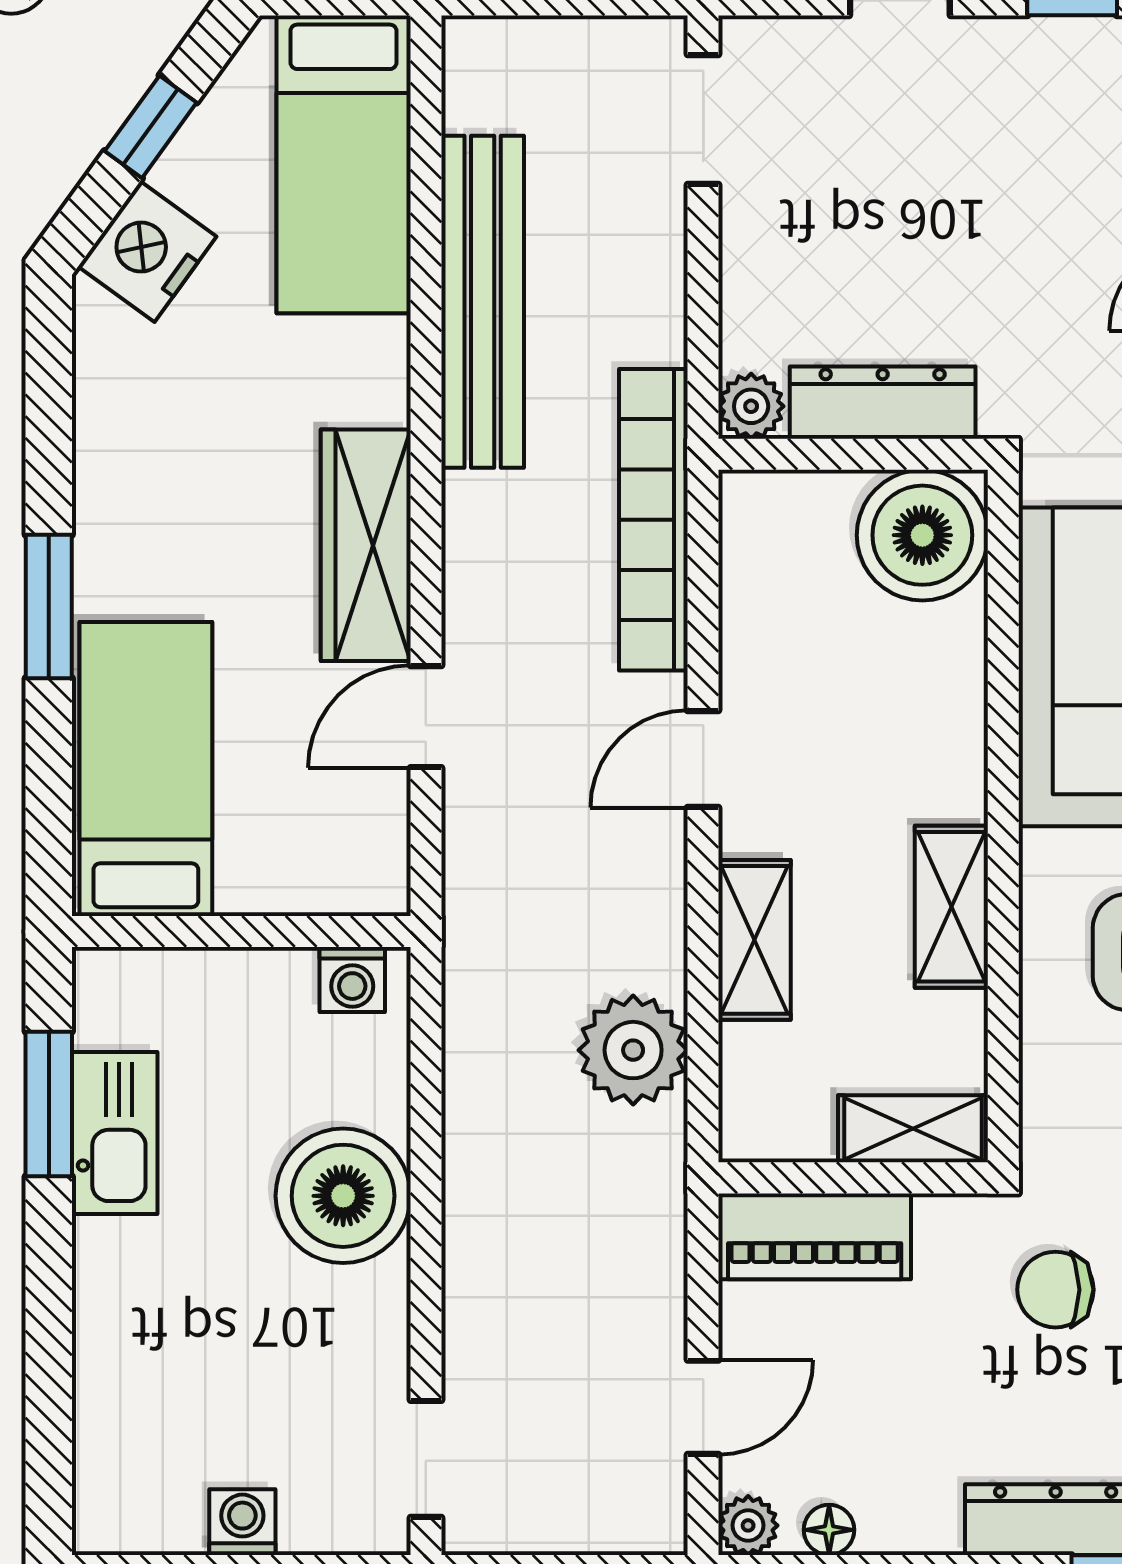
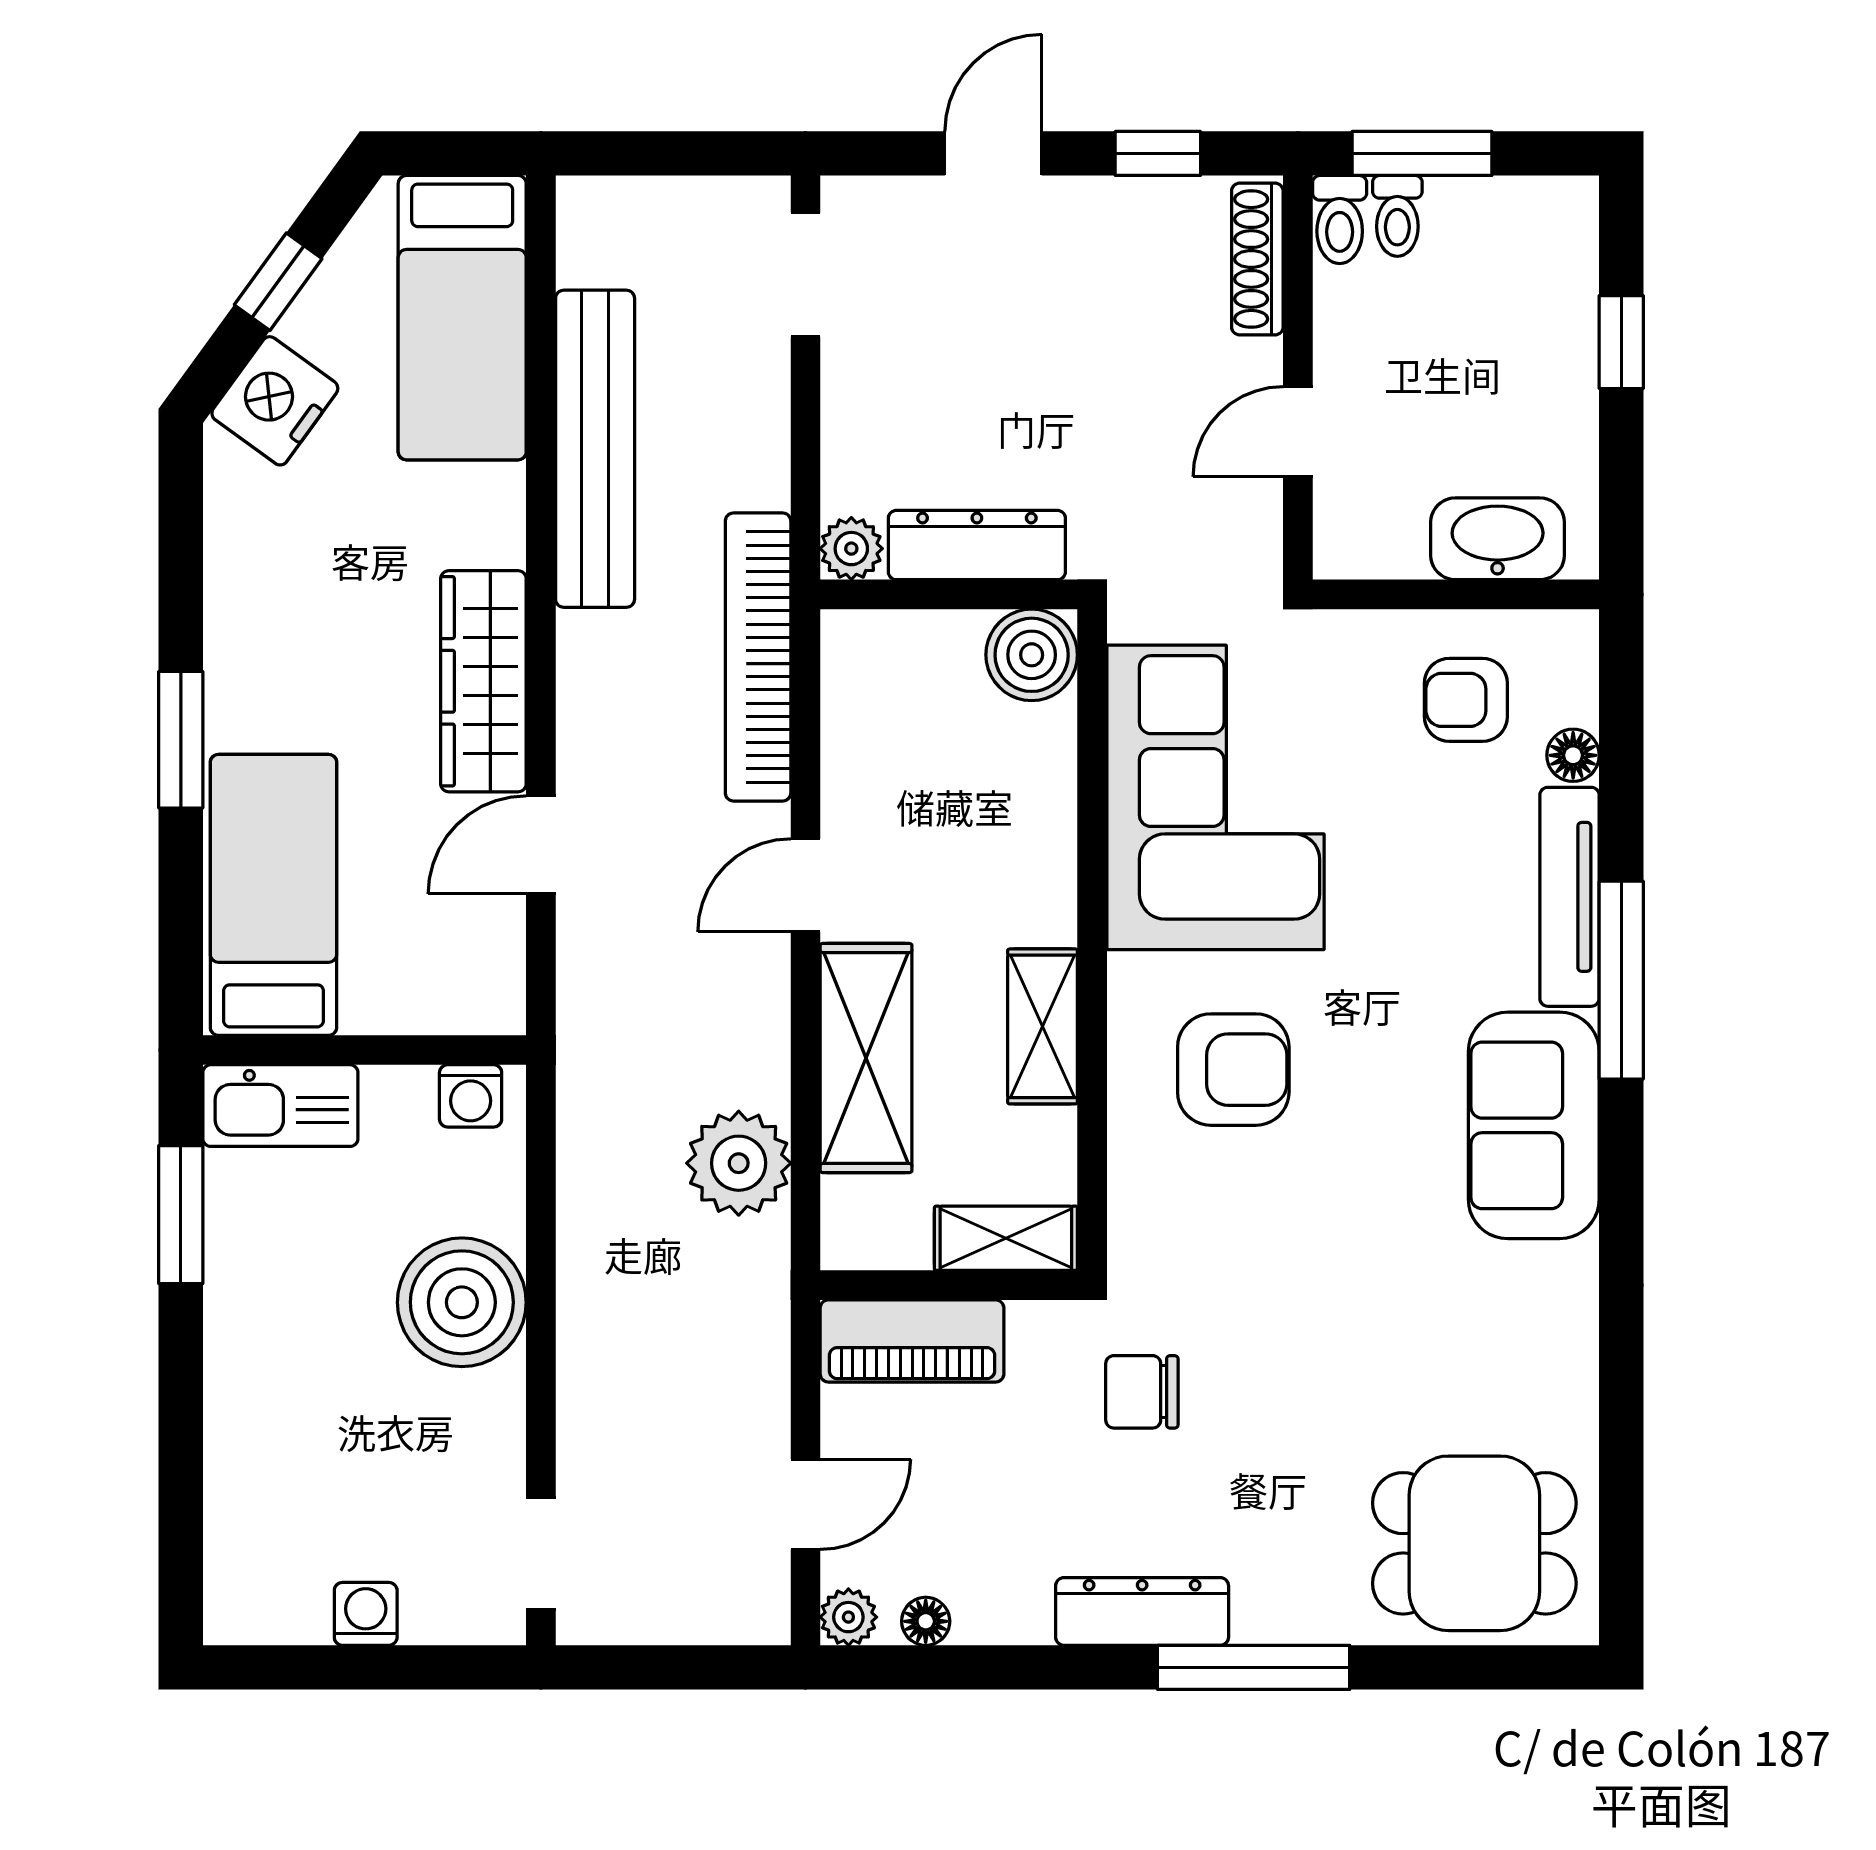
boiler: (922, 535) -> (1032, 655), width x0.73, depth x0.73
shelving: (754, 940) -> (866, 1058), width x1.50, depth x1.33
kitchen sink: (115, 1133) -> (280, 1106), moved, turned 90

